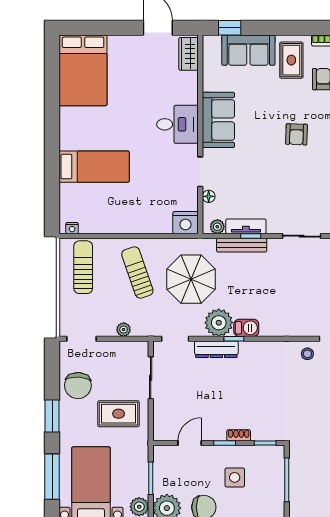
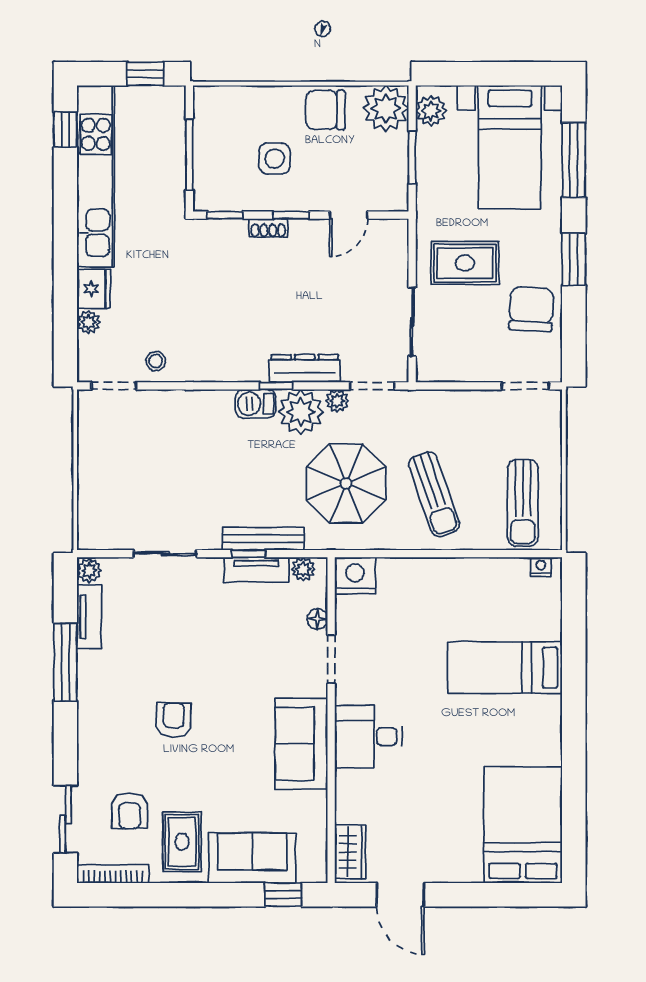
plant: (124, 330) -> (337, 401), moved

